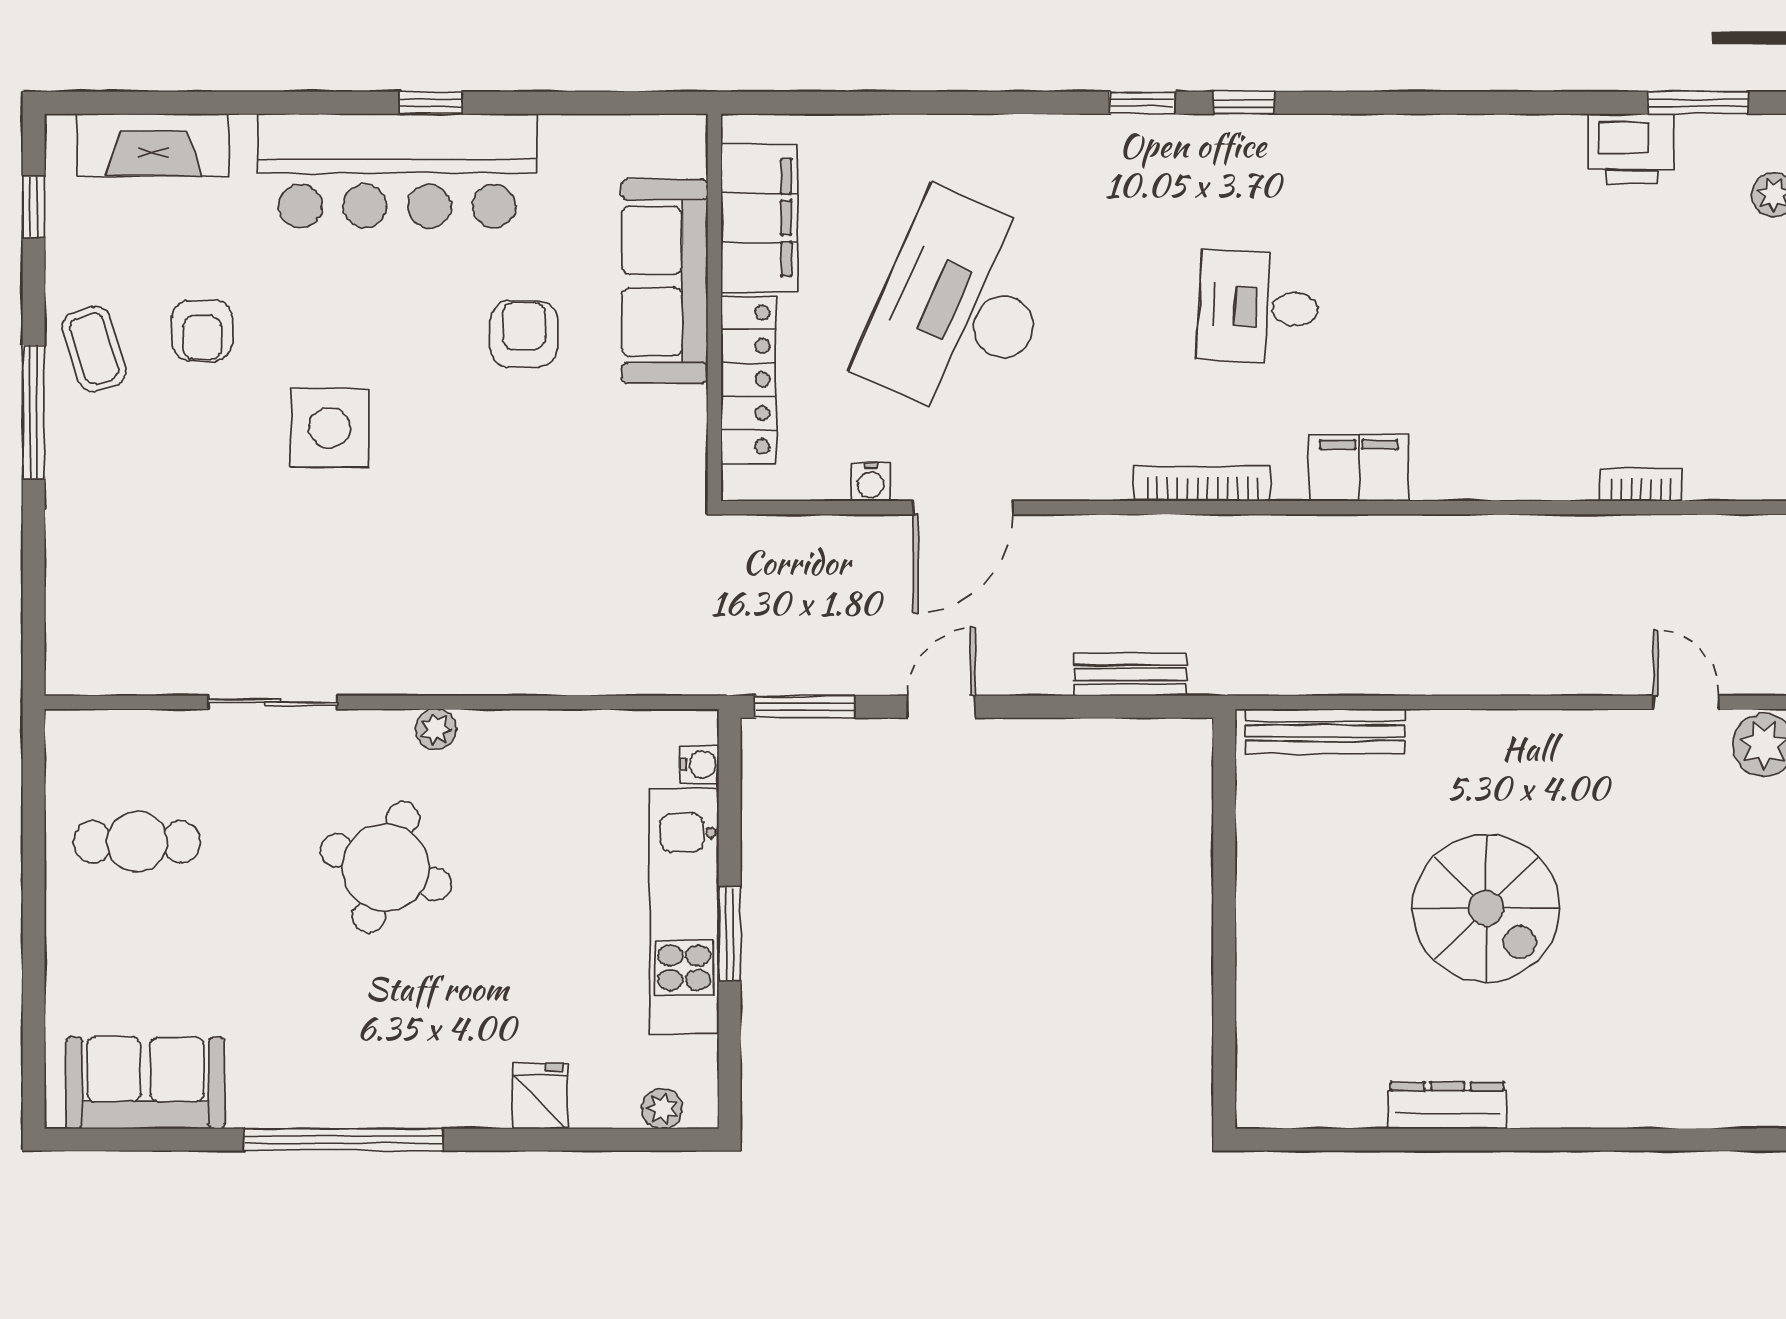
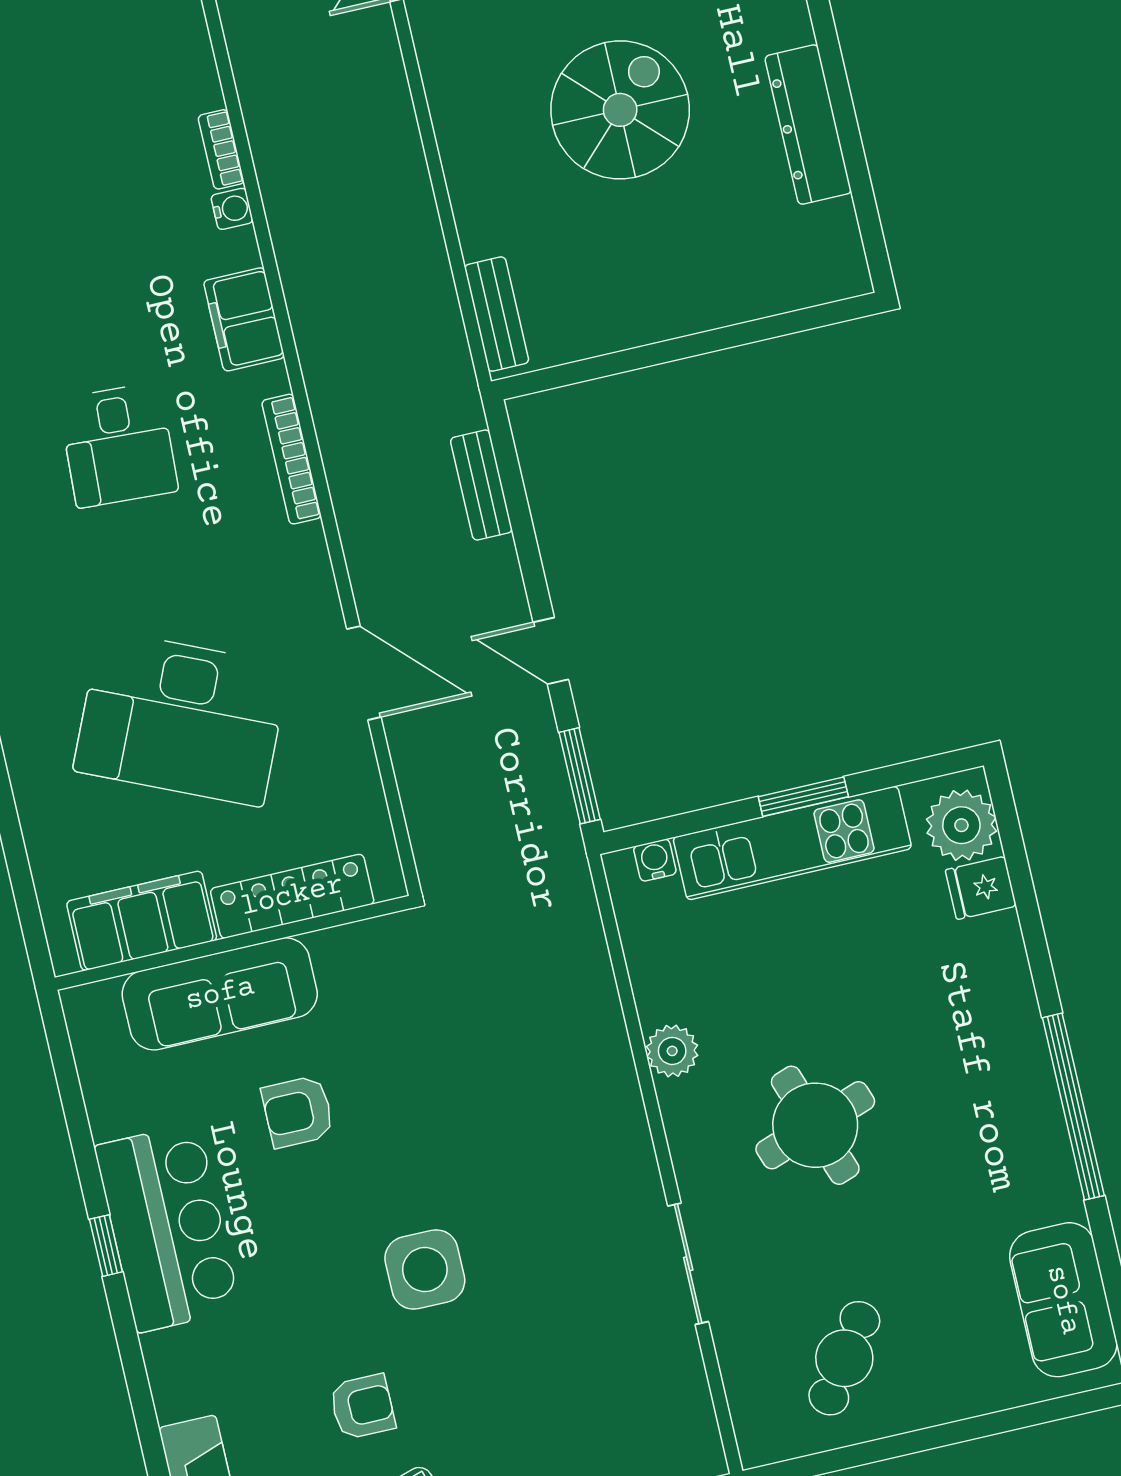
bar counter: (397, 171) -> (167, 1228), width x0.73
water cooler: (871, 482) -> (232, 209), moved
bookcase: (1641, 485) -> (221, 149), moved
plant: (436, 729) -> (672, 1051), moved, width x1.38, depth x1.38
bench: (1325, 731) -> (497, 314), width x0.73
cafe table: (137, 842) -> (844, 1358), turned 35
round table: (386, 867) -> (815, 1125), turned -38
fridge: (540, 1096) -> (981, 888), moved
dresser: (1448, 1105) -> (808, 125), width x1.37, depth x1.24
plant: (662, 1109) -> (961, 825), width x1.87, depth x1.87

